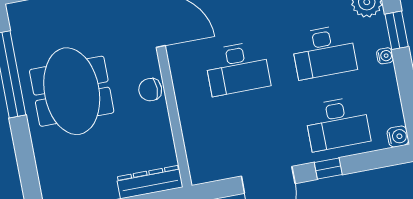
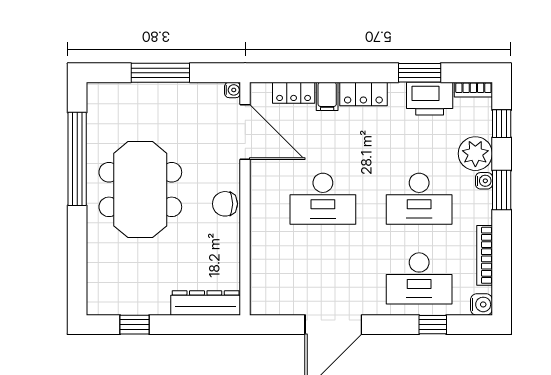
water cooler: (385, 56) -> (484, 181), moved
bookcase: (392, 92) -> (485, 255), added
window: (328, 168) -> (433, 325), moved

